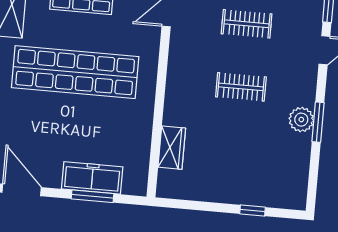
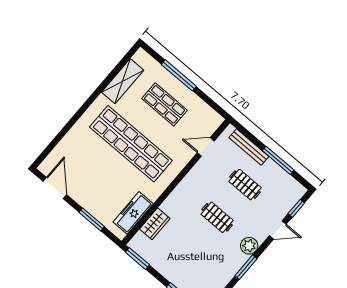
plant: (301, 120) -> (249, 246), moved
freezer: (92, 178) -> (133, 213), moved, turned -90
window: (181, 204) -> (137, 259), added

